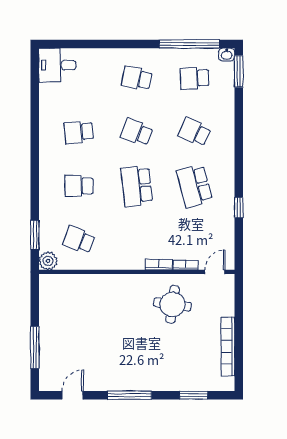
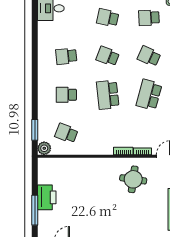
school desk: (195, 186) -> (149, 95), turned 30
printer: (52, 330) -> (47, 197), added

